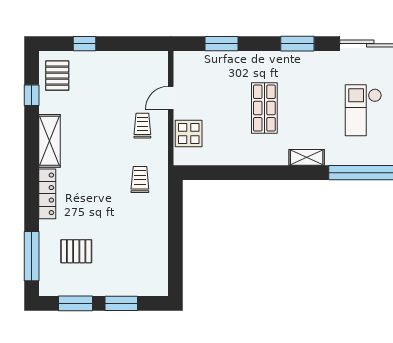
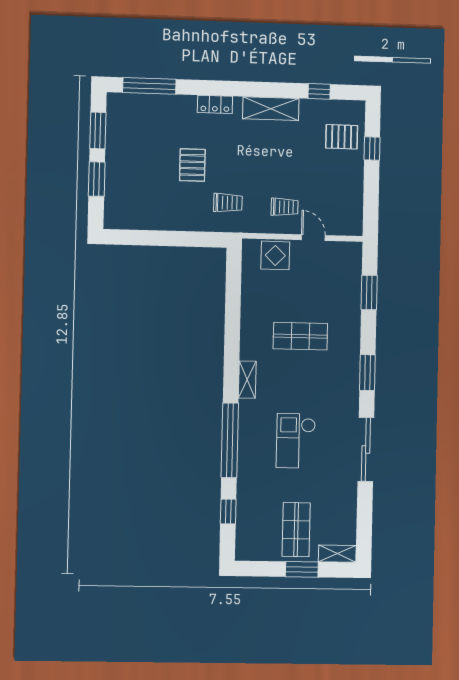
pallet: (57, 76) -> (342, 137), moved
checkout: (363, 110) -> (296, 441), turned -90
locker: (47, 194) -> (215, 104), width x0.66
pallet: (76, 251) -> (192, 165), moved

